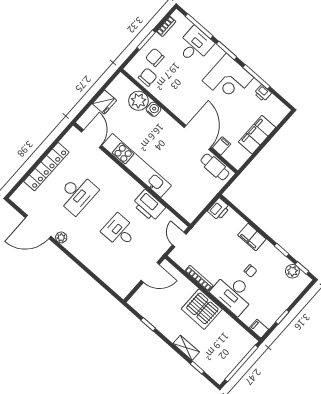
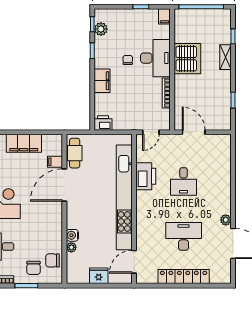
plant: (139, 101) -> (71, 247), width x0.53, depth x0.53
kitchen unit: (137, 165) -> (124, 197), width x1.36
server rack: (202, 309) -> (187, 59), moved

